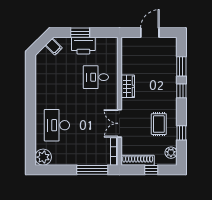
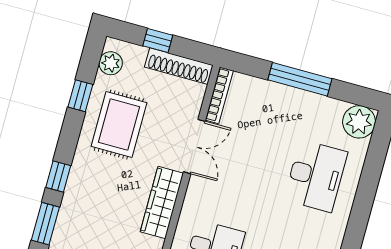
wardrobe: (128, 86) -> (162, 203), width x1.50
rug: (159, 124) -> (119, 124), width x1.36, depth x1.43
window: (92, 170) -> (300, 79), moved

